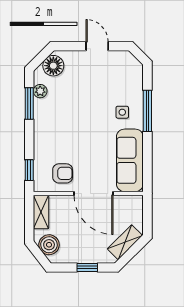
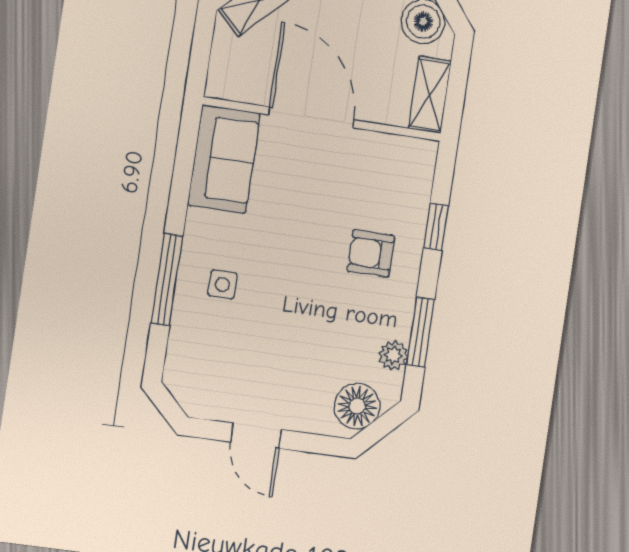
sofa: (130, 160) -> (224, 159), width x0.73
window: (29, 170) -> (436, 227), moved
armchair: (63, 173) -> (371, 253), moved

